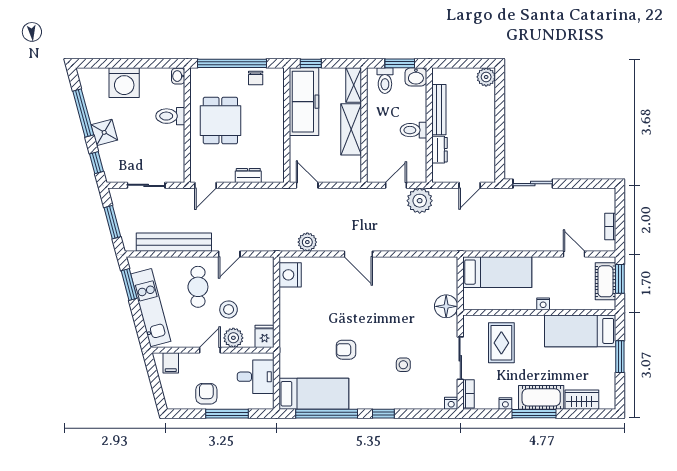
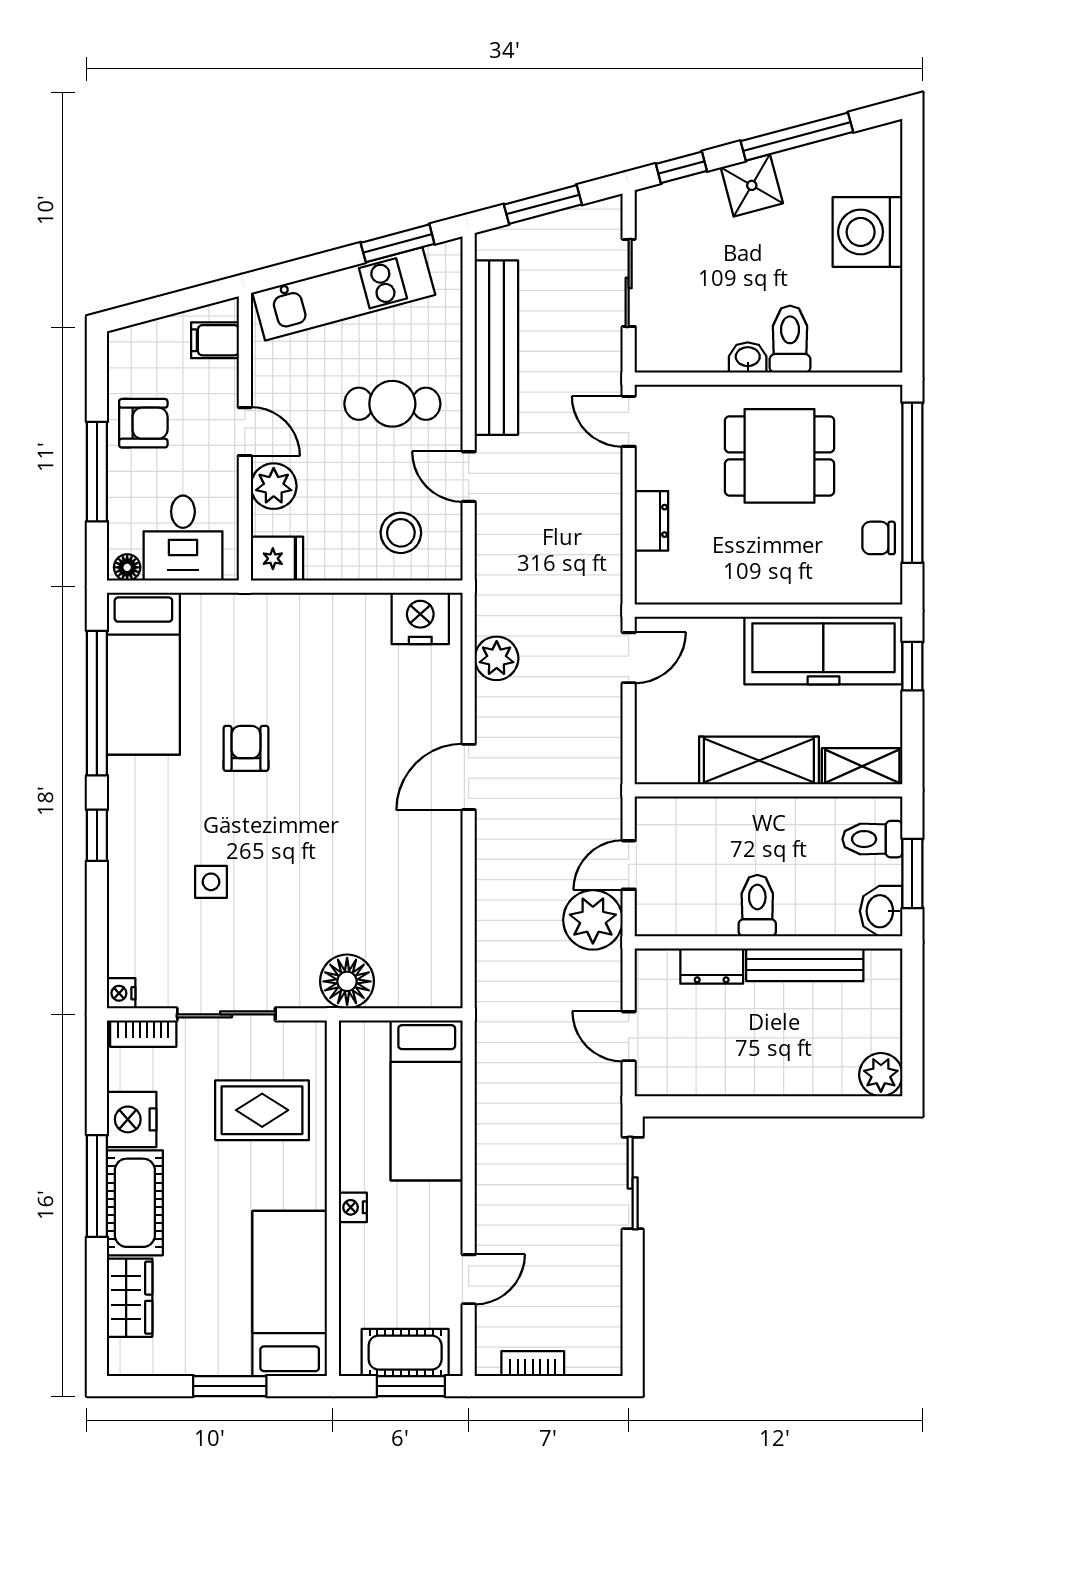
washbasin: (178, 76) -> (748, 358), moved
door: (396, 185) -> (629, 865), swing flipped
stool: (229, 309) -> (401, 533), moved
floor lamp: (268, 401) -> (127, 567), added
nightstand: (505, 403) -> (132, 1119), width x1.89, depth x1.79

